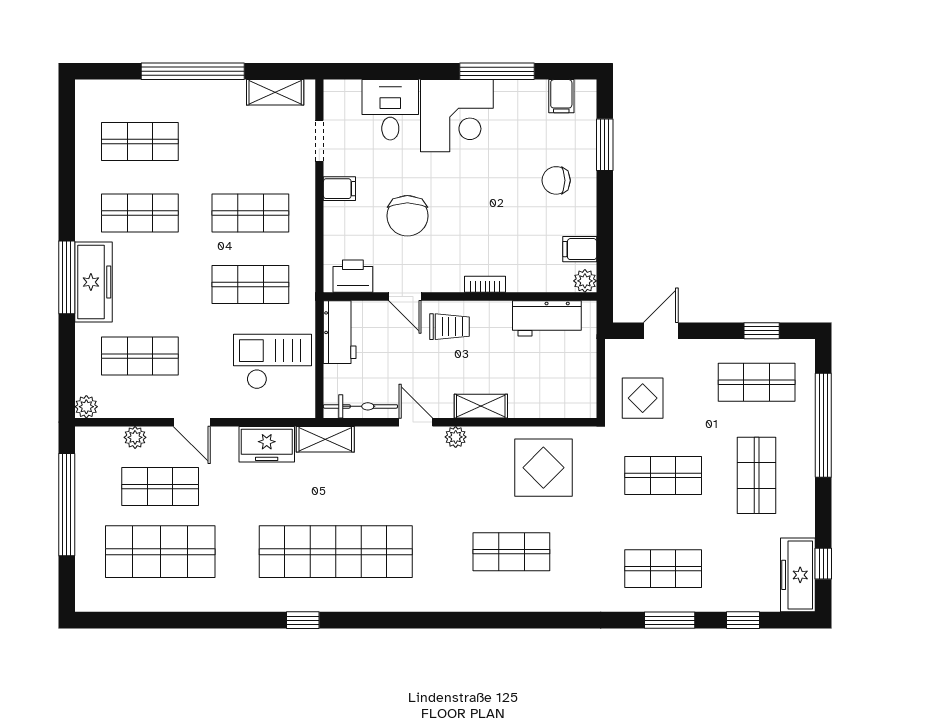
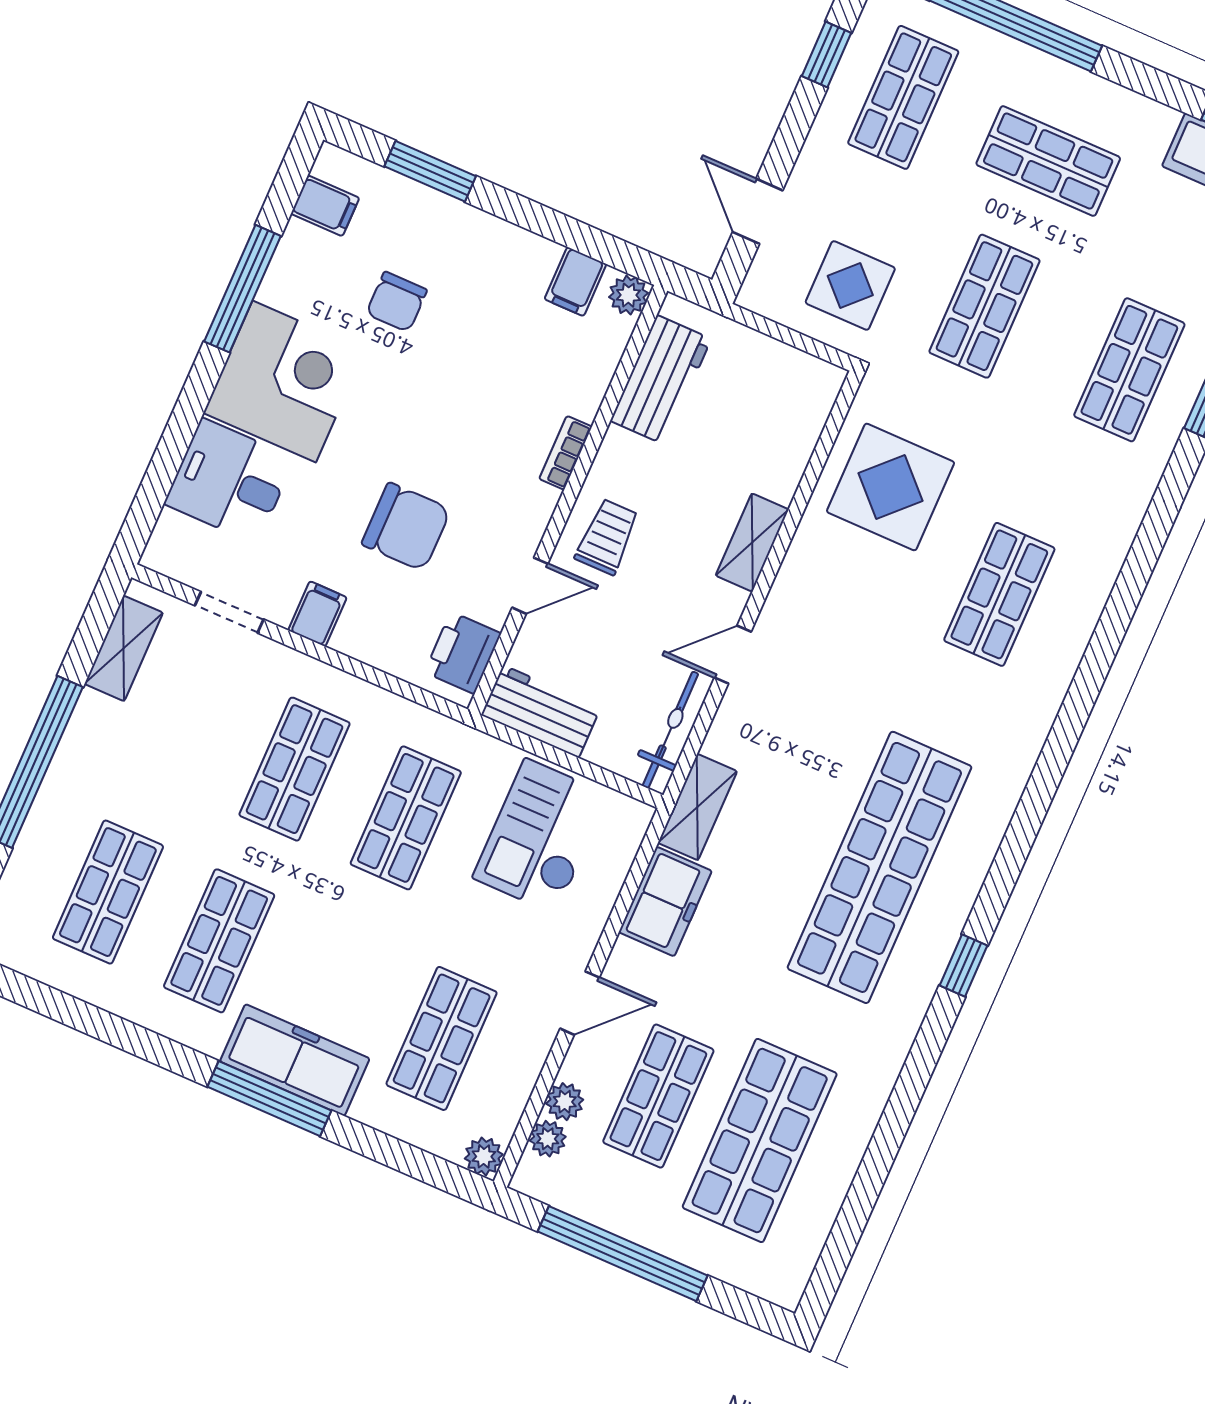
chair: (556, 180) -> (397, 302), moved
plant: (456, 437) -> (548, 1139), moved

